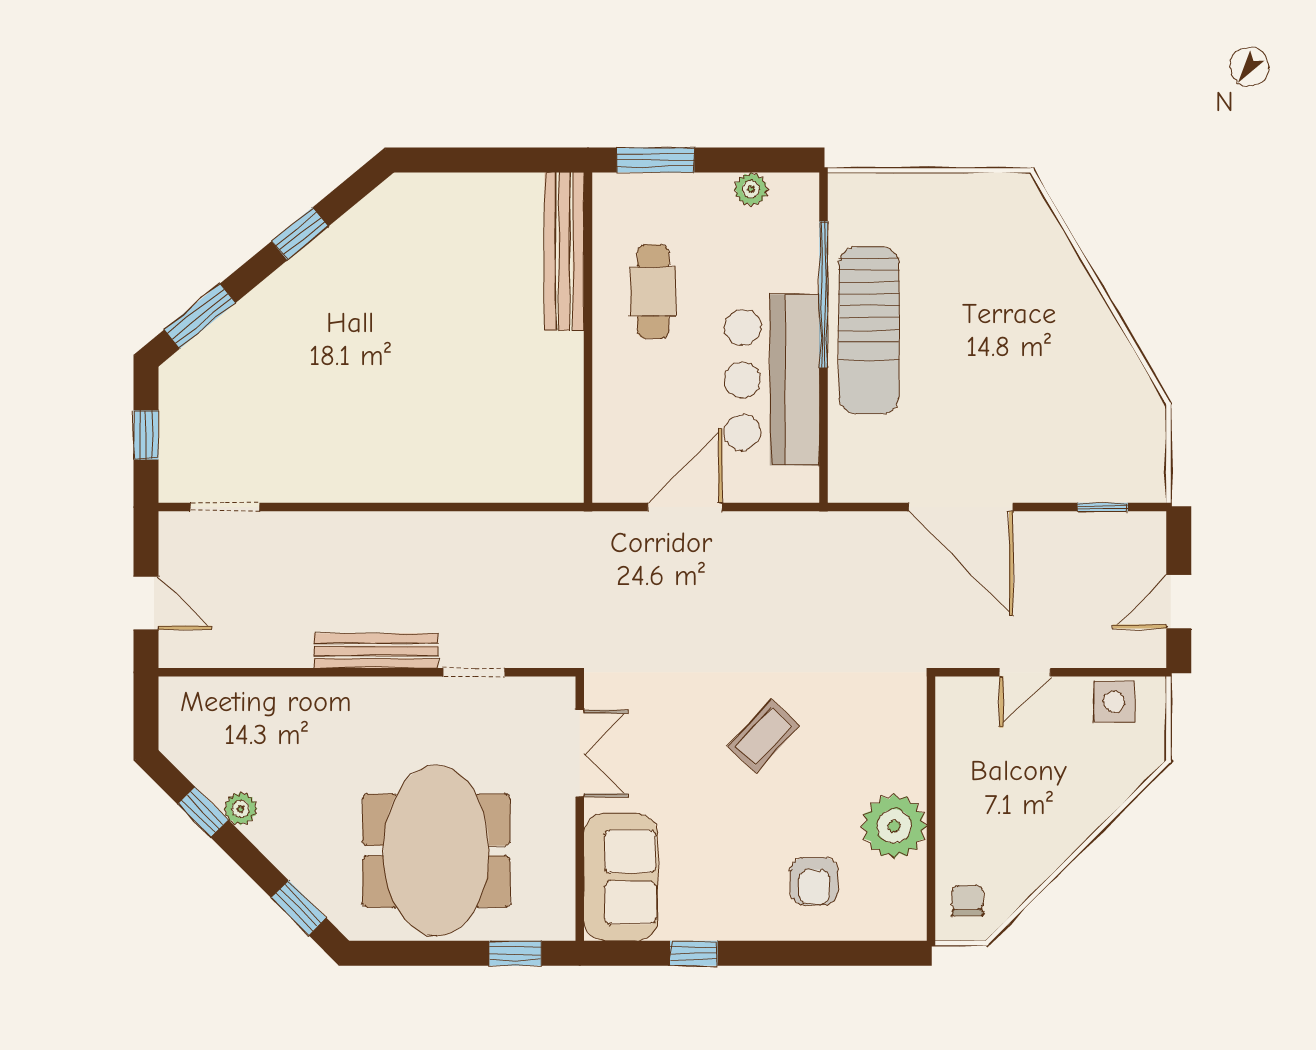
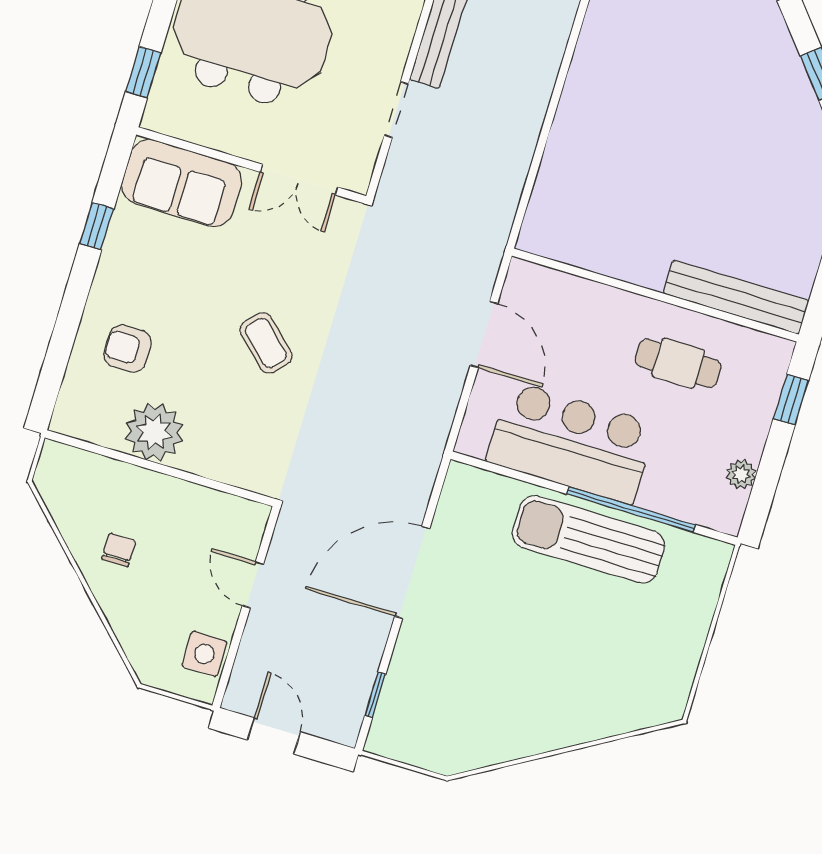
window: (656, 160) -> (791, 400), width x0.67
chair: (968, 901) -> (119, 550), moved, turned -90

